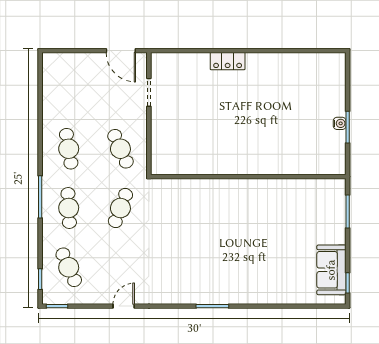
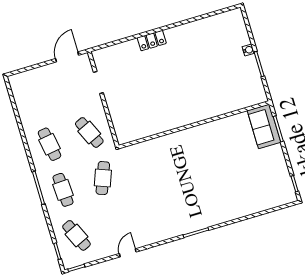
door: (121, 51) -> (67, 57), swing flipped
water cooler: (340, 123) -> (248, 50), moved
sofa: (331, 270) -> (264, 126), moved

